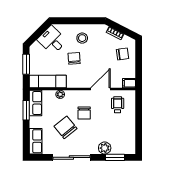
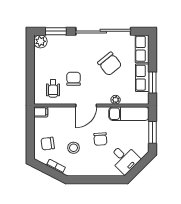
stool: (82, 38) -> (74, 148), moved
door: (100, 89) -> (86, 105), moved
row of seats: (36, 103) -> (142, 78), moved
chair: (84, 113) -> (74, 79), moved
plant: (105, 148) -> (40, 41), moved
sliding door: (71, 157) -> (103, 31), width x1.36

